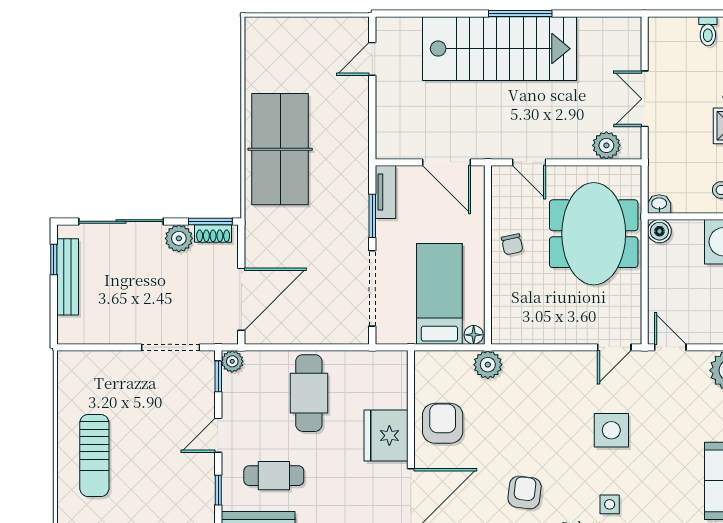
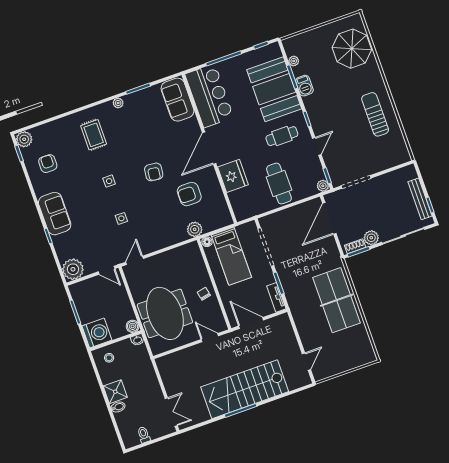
double door: (645, 99) -> (171, 412), moved
plant: (606, 145) -> (174, 360), removed
armchair: (443, 423) -> (189, 194), moved, turned 90
side table: (611, 430) -> (121, 218), width x0.54, depth x0.54

